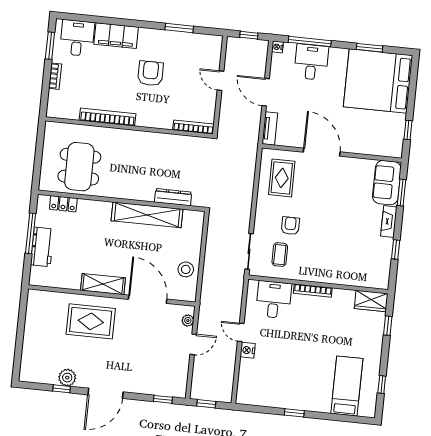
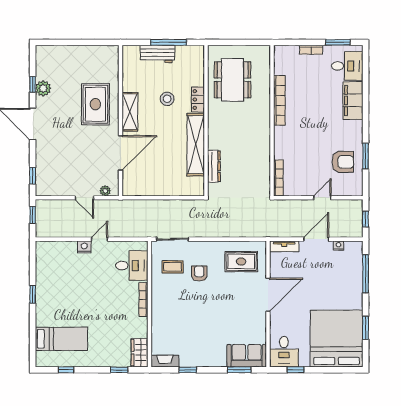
nightstand: (277, 47) -> (338, 246), moved
desk: (311, 62) -> (284, 352), moved, turned 90
armchair: (150, 73) -> (343, 162), moved
dining table: (79, 167) -> (233, 80), turned 90
locker: (63, 204) -> (198, 100), moved
fireplace: (389, 222) -> (165, 361), moved
armchair: (290, 226) -> (199, 274), turned -90
stool: (186, 269) -> (167, 99), moved

